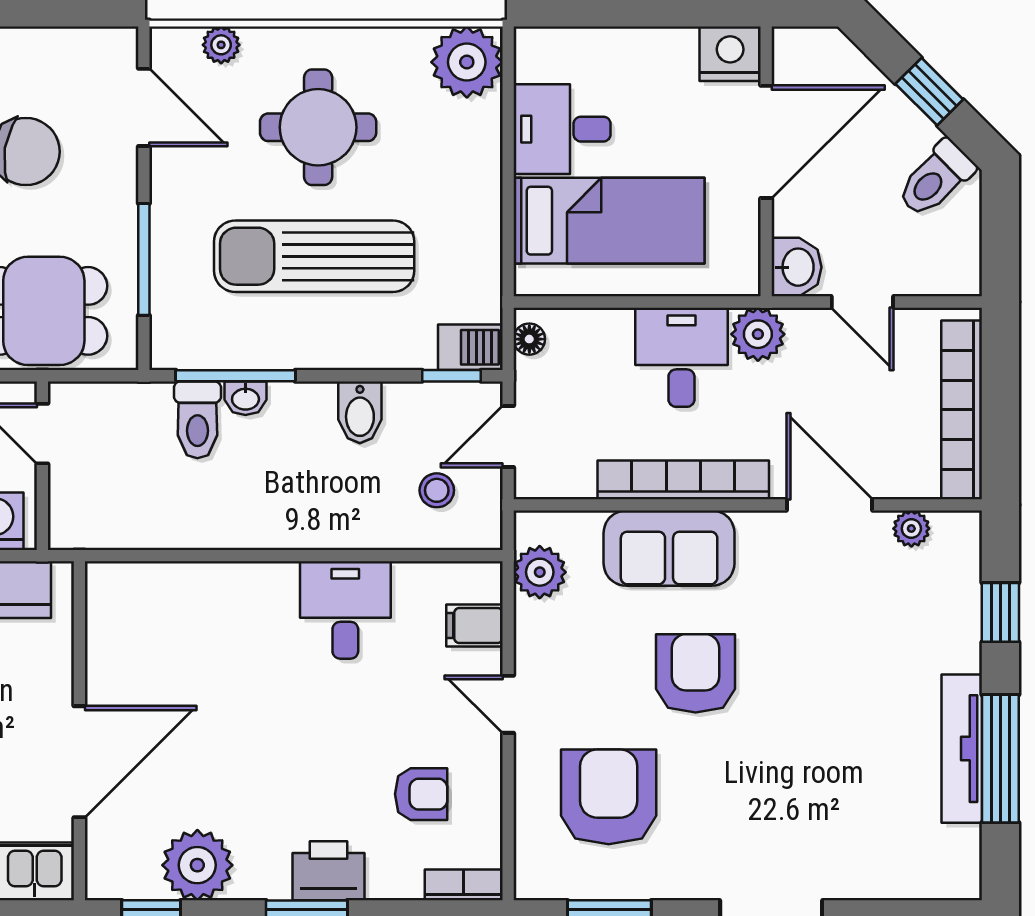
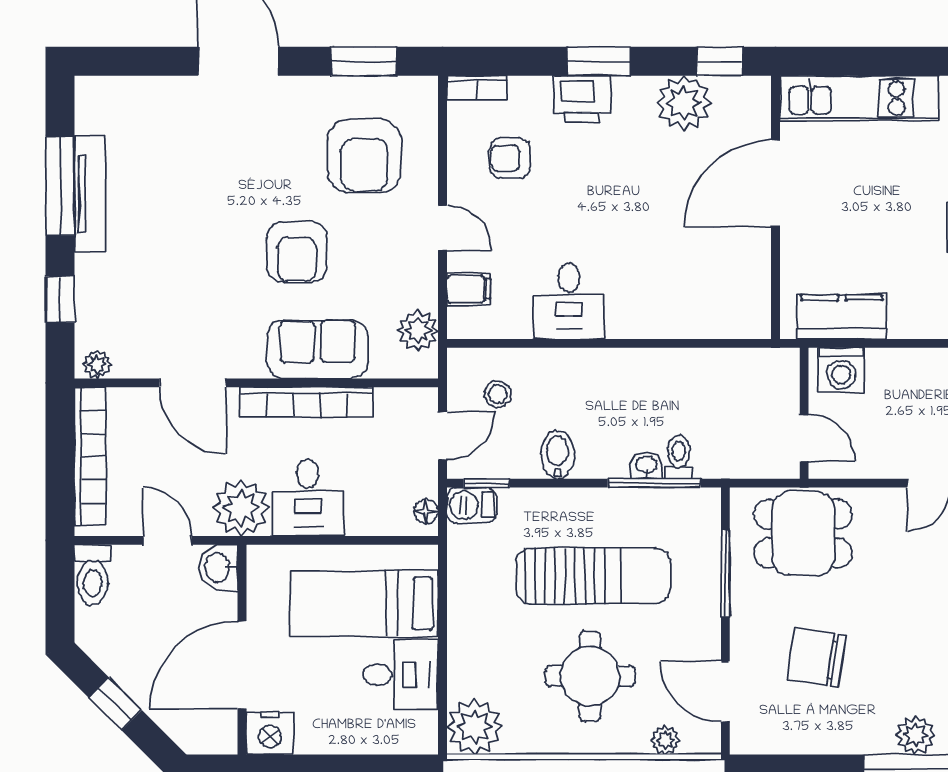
toilet: (936, 179) -> (93, 575), moved, turned 135
plant: (758, 334) -> (241, 508), width x1.36, depth x1.36
toilet: (197, 420) -> (679, 457), width x0.73, depth x0.72
plant: (911, 529) -> (97, 364), moved

